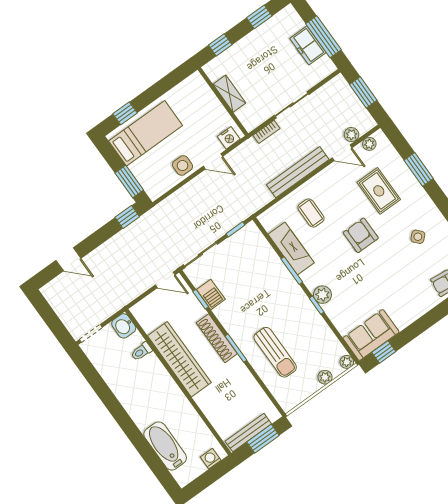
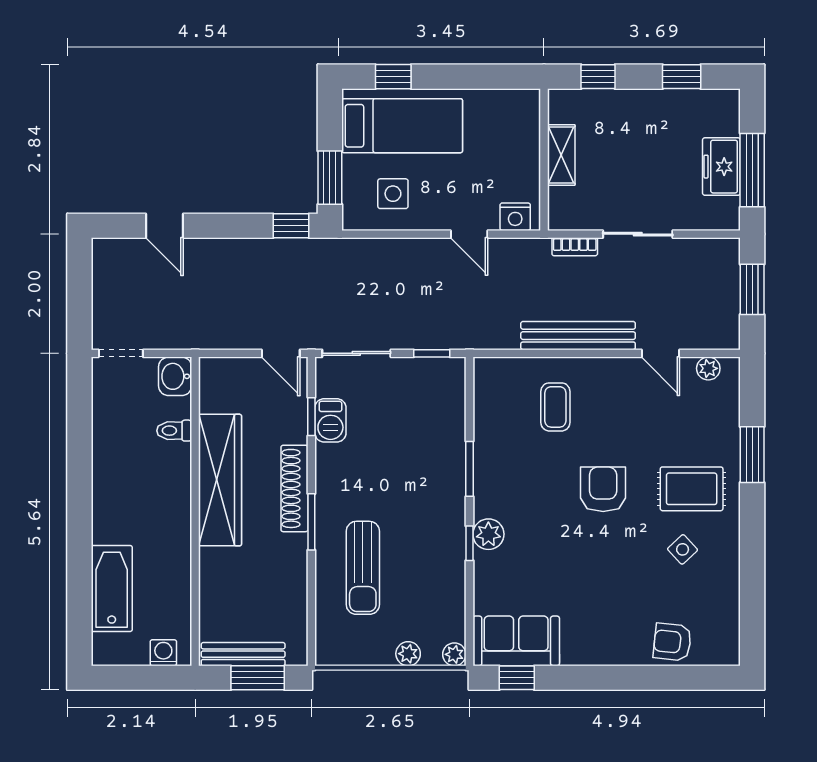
plant: (351, 135) -> (692, 337), removed
side table: (183, 165) -> (393, 194), moved
rug: (379, 191) -> (692, 489), moved, turned 90
fireplace: (291, 248) -> (491, 437), removed

